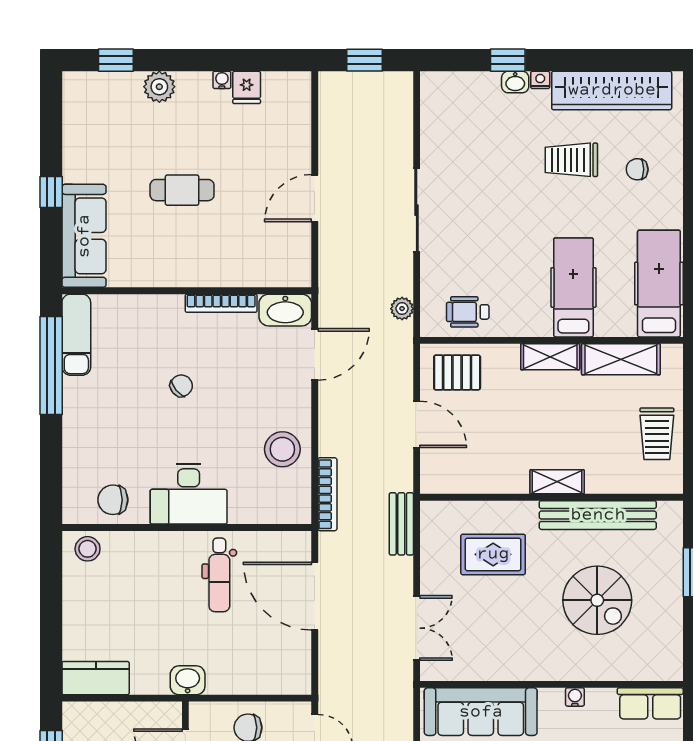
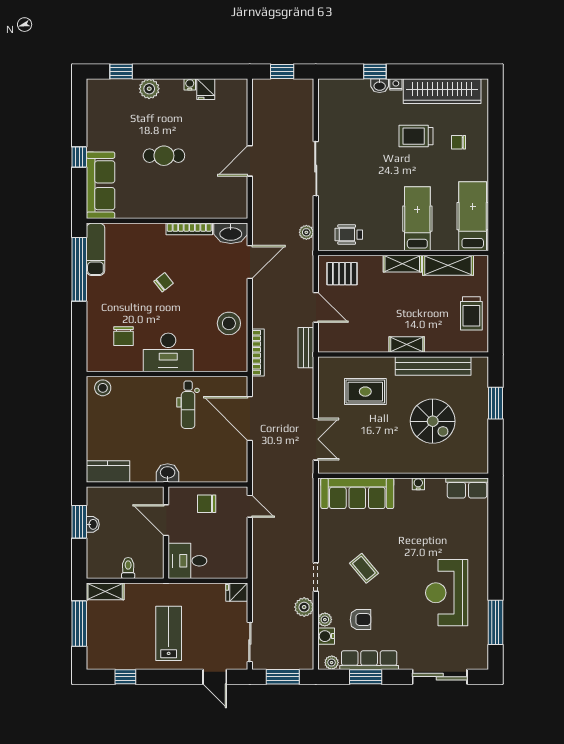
chair: (113, 500) -> (124, 336), moved, turned -90
bench: (401, 524) -> (306, 348), moved

